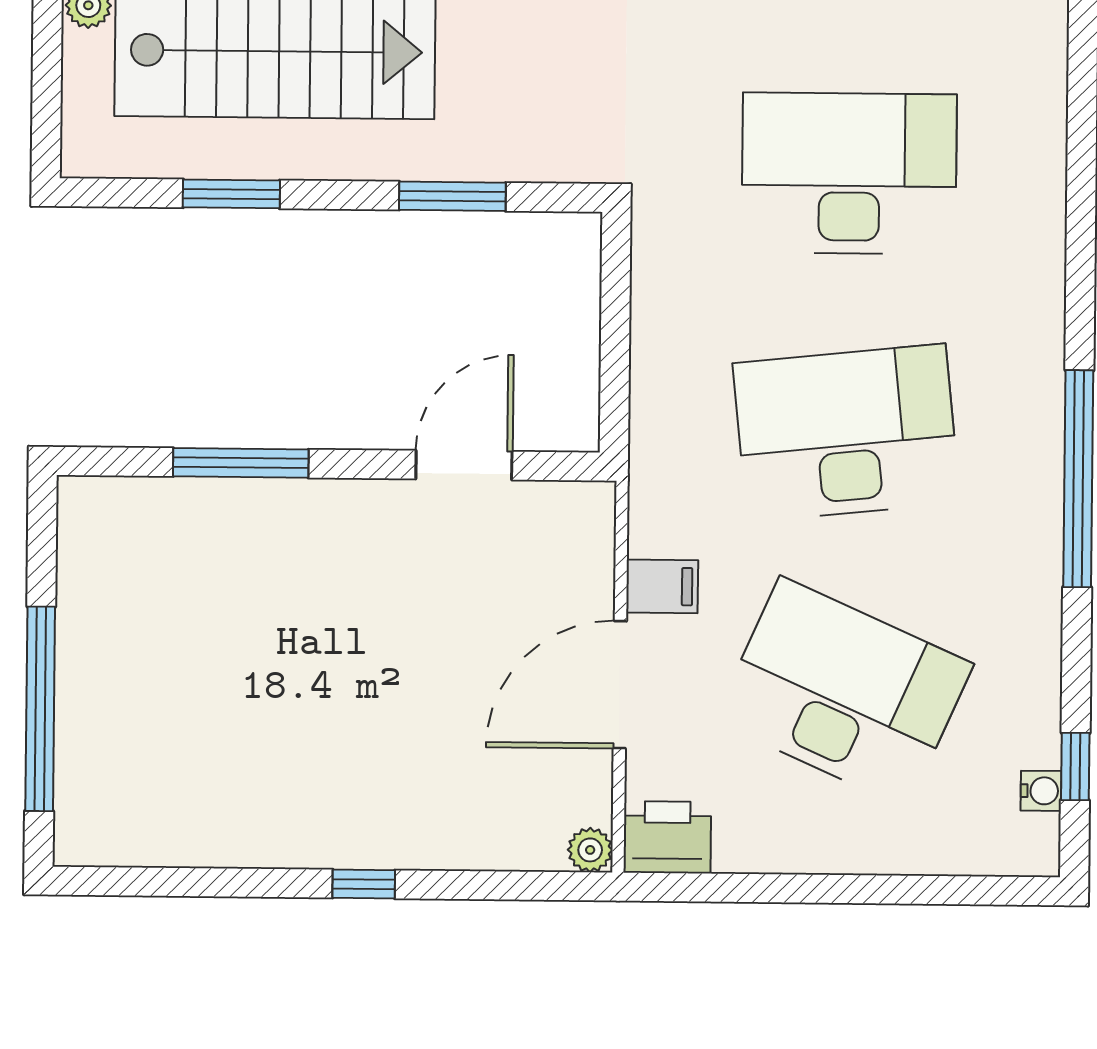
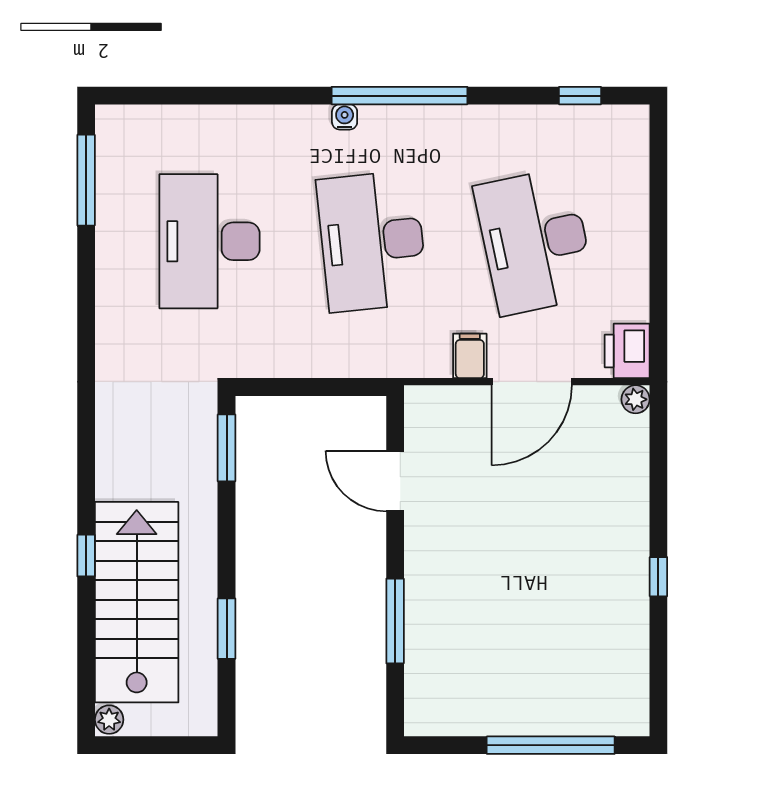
window: (452, 196) -> (227, 448), moved
door: (620, 685) -> (532, 382), hinge flipped
desk: (844, 692) -> (535, 241), turned -36
water cooler: (1041, 791) -> (345, 117), moved
window: (364, 884) -> (658, 577), moved

